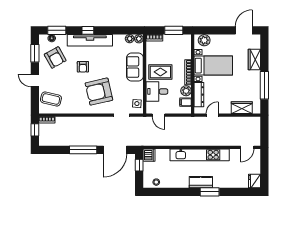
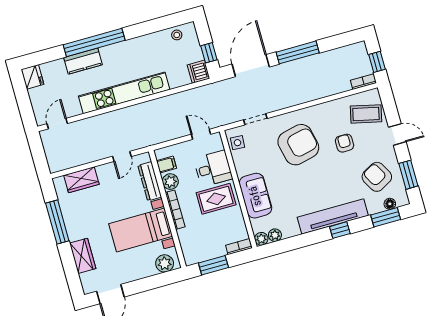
armchair: (83, 67) -> (345, 143), moved
kitchen counter: (201, 182) -> (83, 61), moved
window: (210, 192) -> (94, 42), width x2.11

